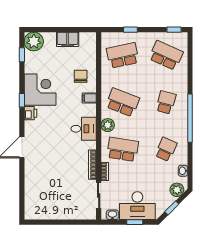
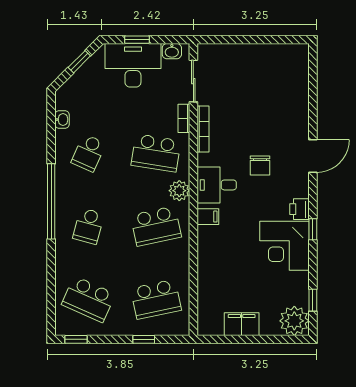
chair: (81, 76) -> (260, 165), moved
filing cabinet: (89, 98) -> (208, 217), moved
school desk: (123, 102) -> (156, 226), turned -33
plant: (177, 190) -> (71, 90), removed

